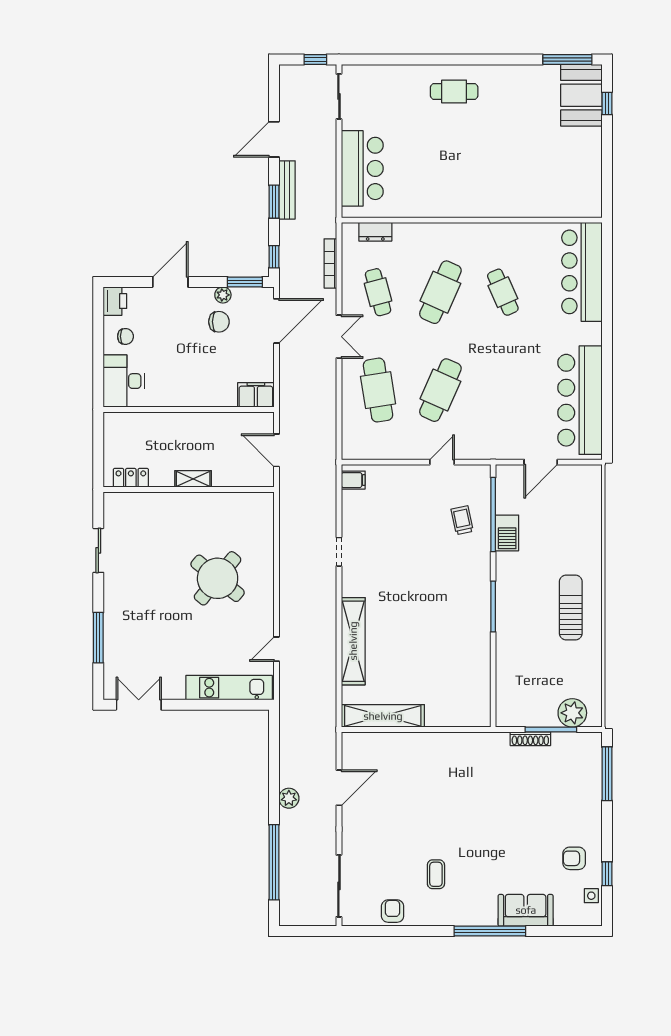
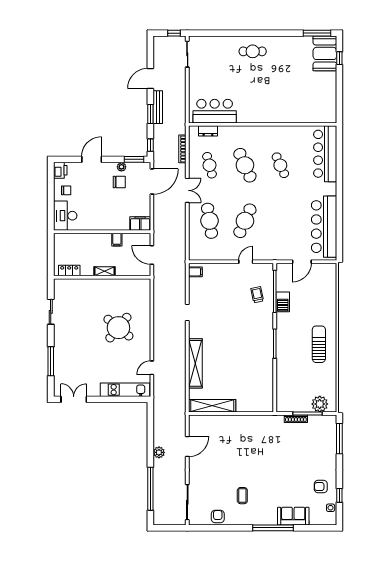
bar counter: (362, 168) -> (215, 111), moved, turned -90
cafe table: (440, 292) -> (245, 165), turned -48
filing cabinet: (215, 423) -> (117, 240), added

